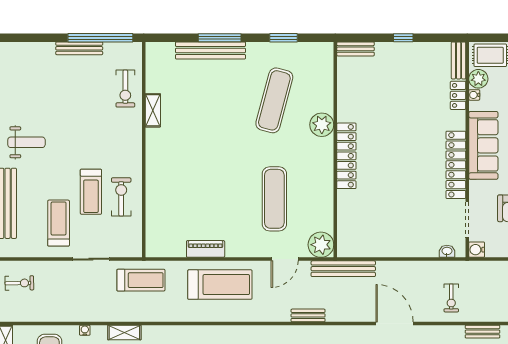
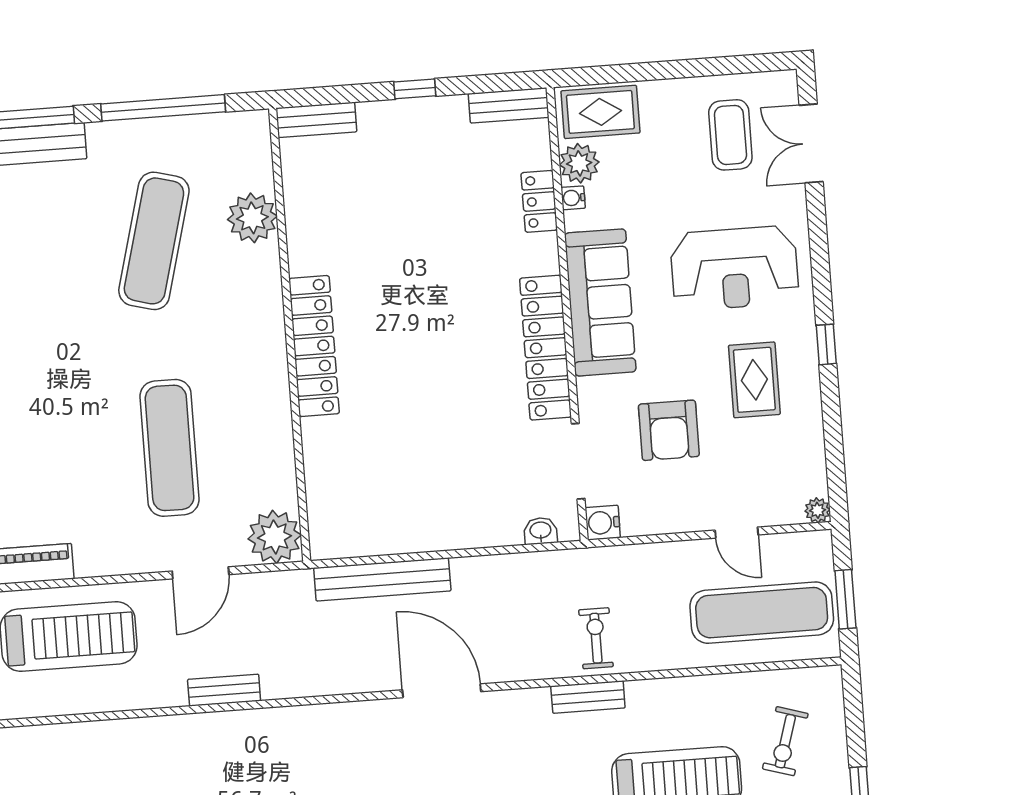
window: (283, 38) -> (163, 108), width x2.11
bench: (459, 60) -> (509, 105), moved, turned 90
plant: (322, 125) -> (252, 218), moved
bench: (343, 269) -> (382, 579), moved
exercise bike: (451, 298) -> (596, 638), moved, turned 180
bench: (308, 315) -> (224, 690), moved
bench: (483, 332) -> (588, 697), moved

